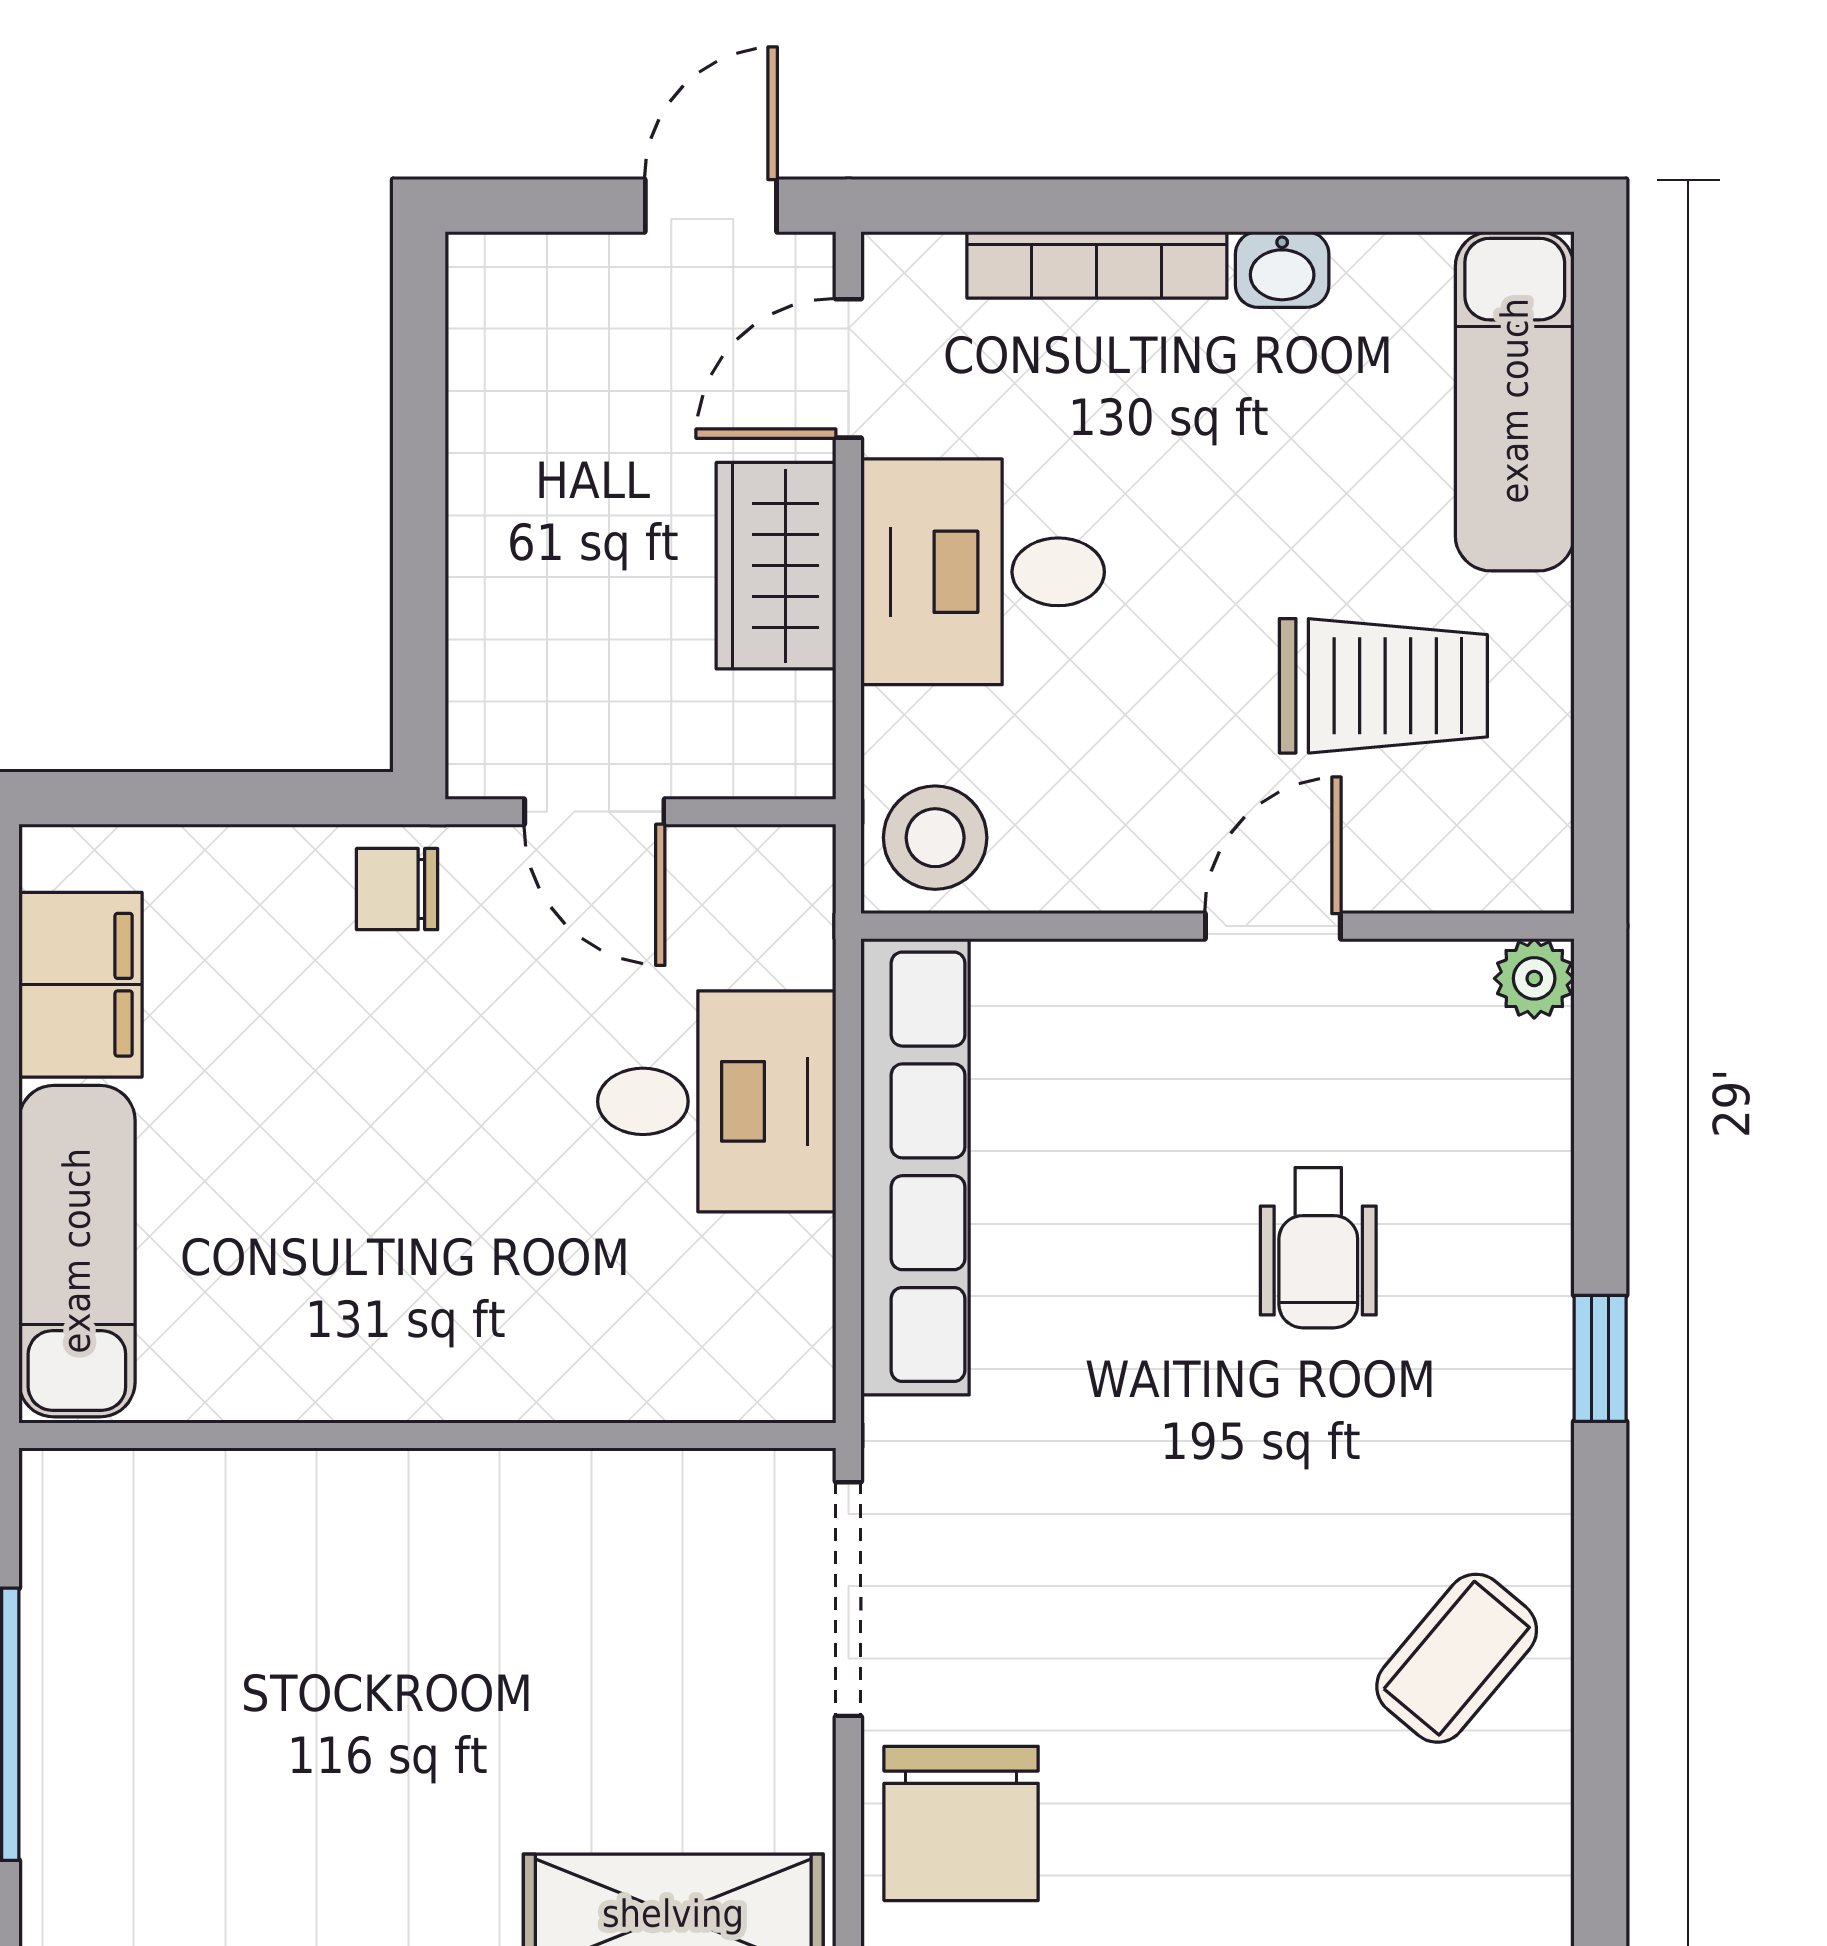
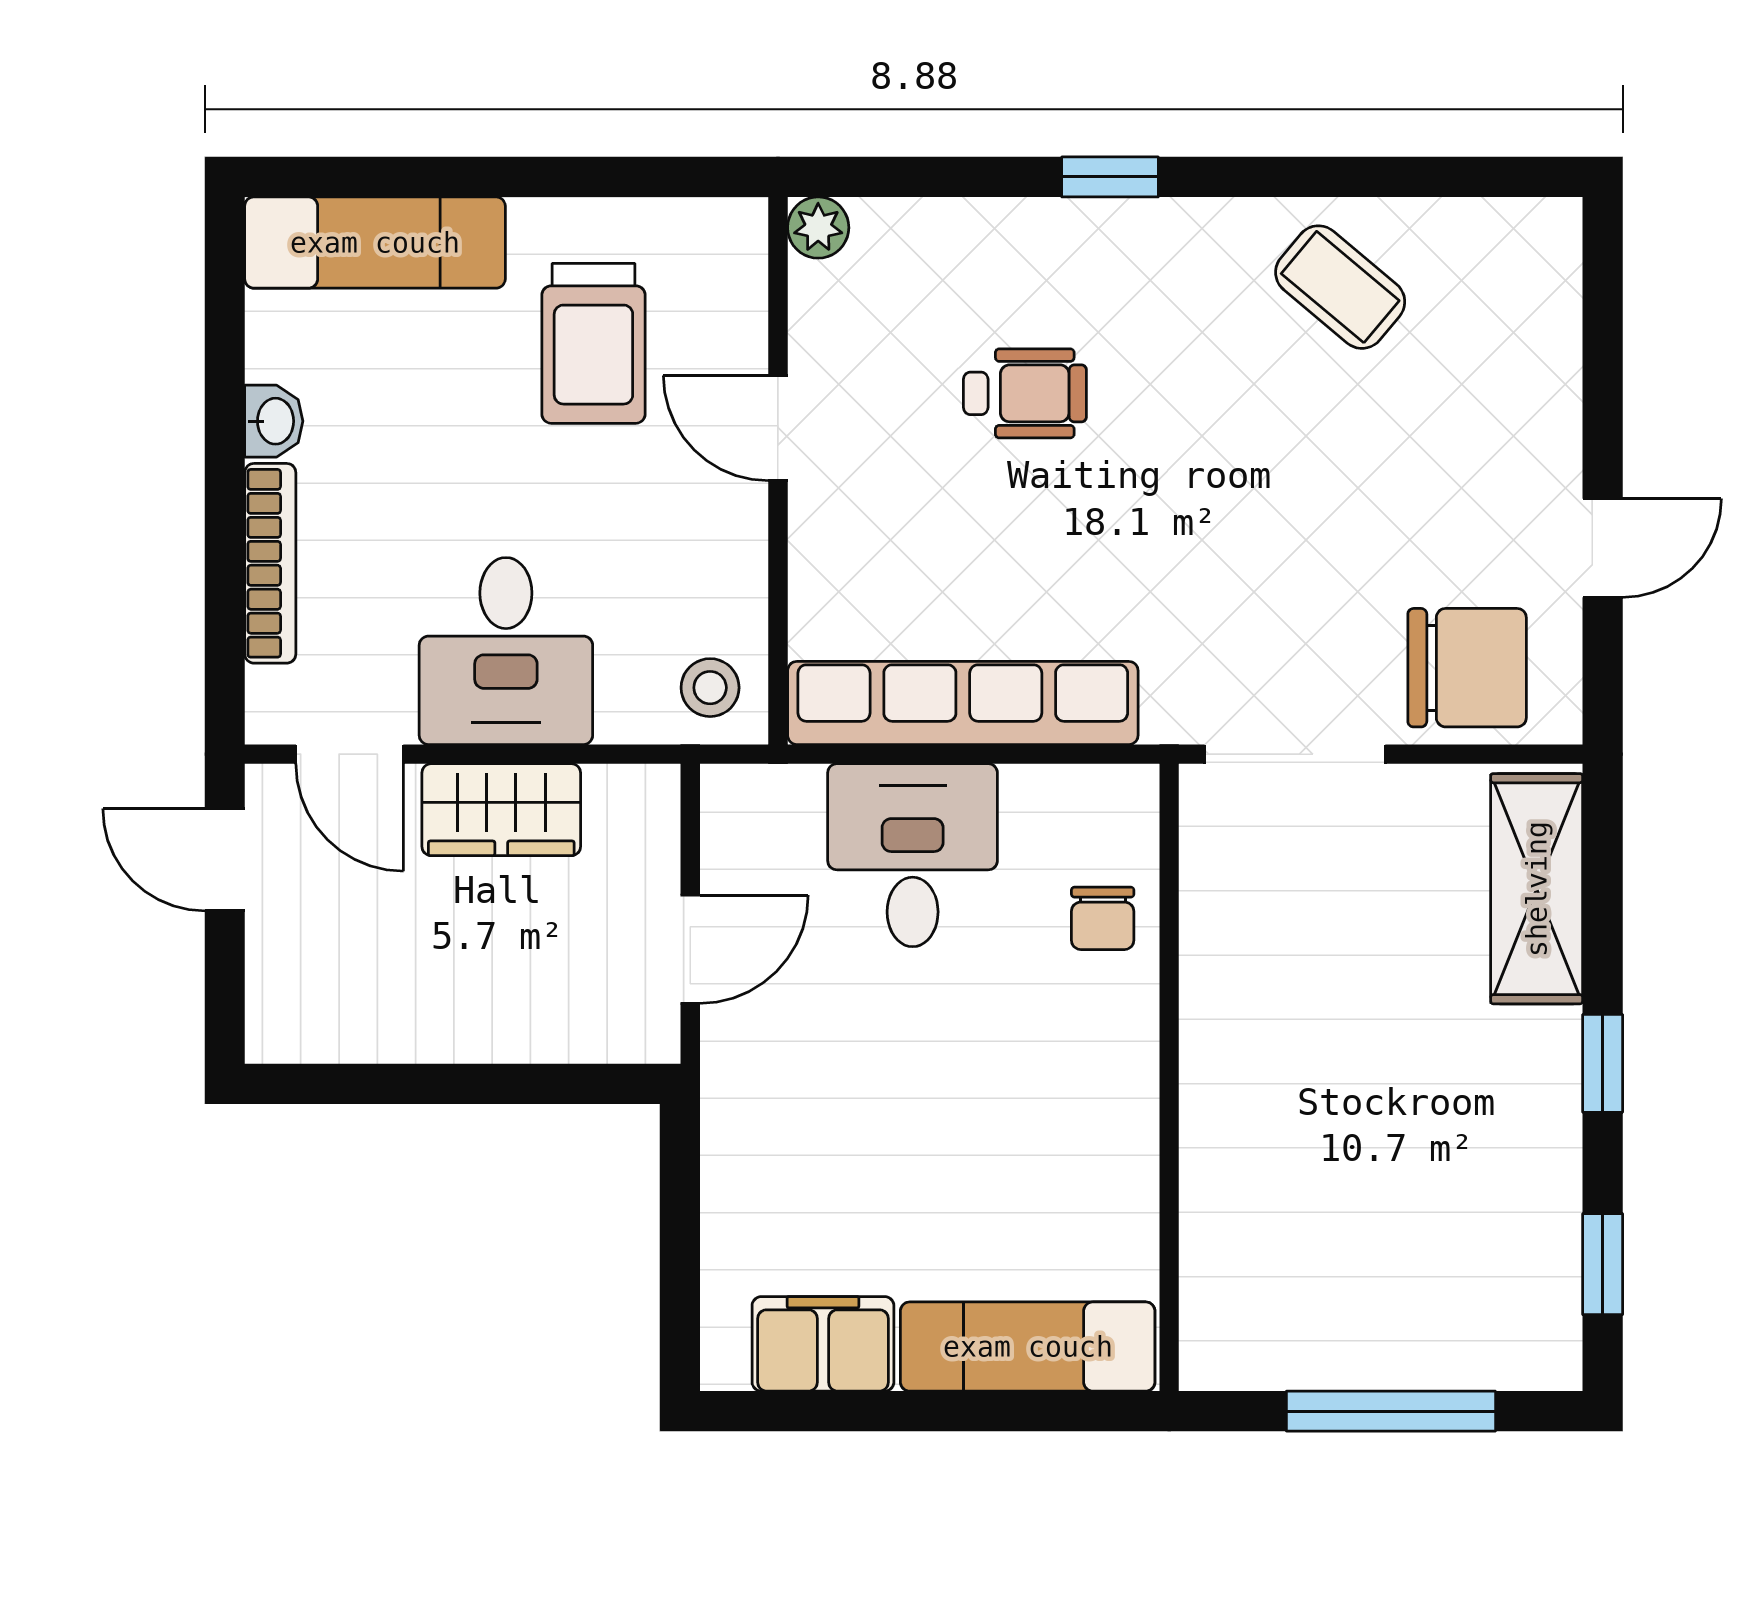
trolley: (1383, 686) -> (593, 343), turned 180
stool: (935, 838) -> (710, 688), width x0.73, depth x0.73
chair: (397, 889) -> (1103, 918), moved

